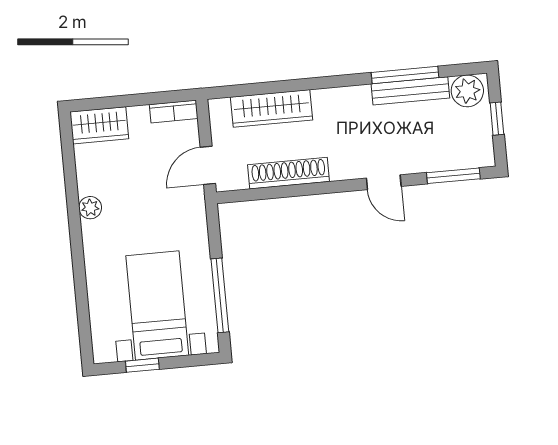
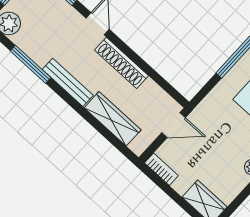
bench: (410, 91) -> (68, 82), moved
shoe rack: (289, 173) -> (121, 63), moved

